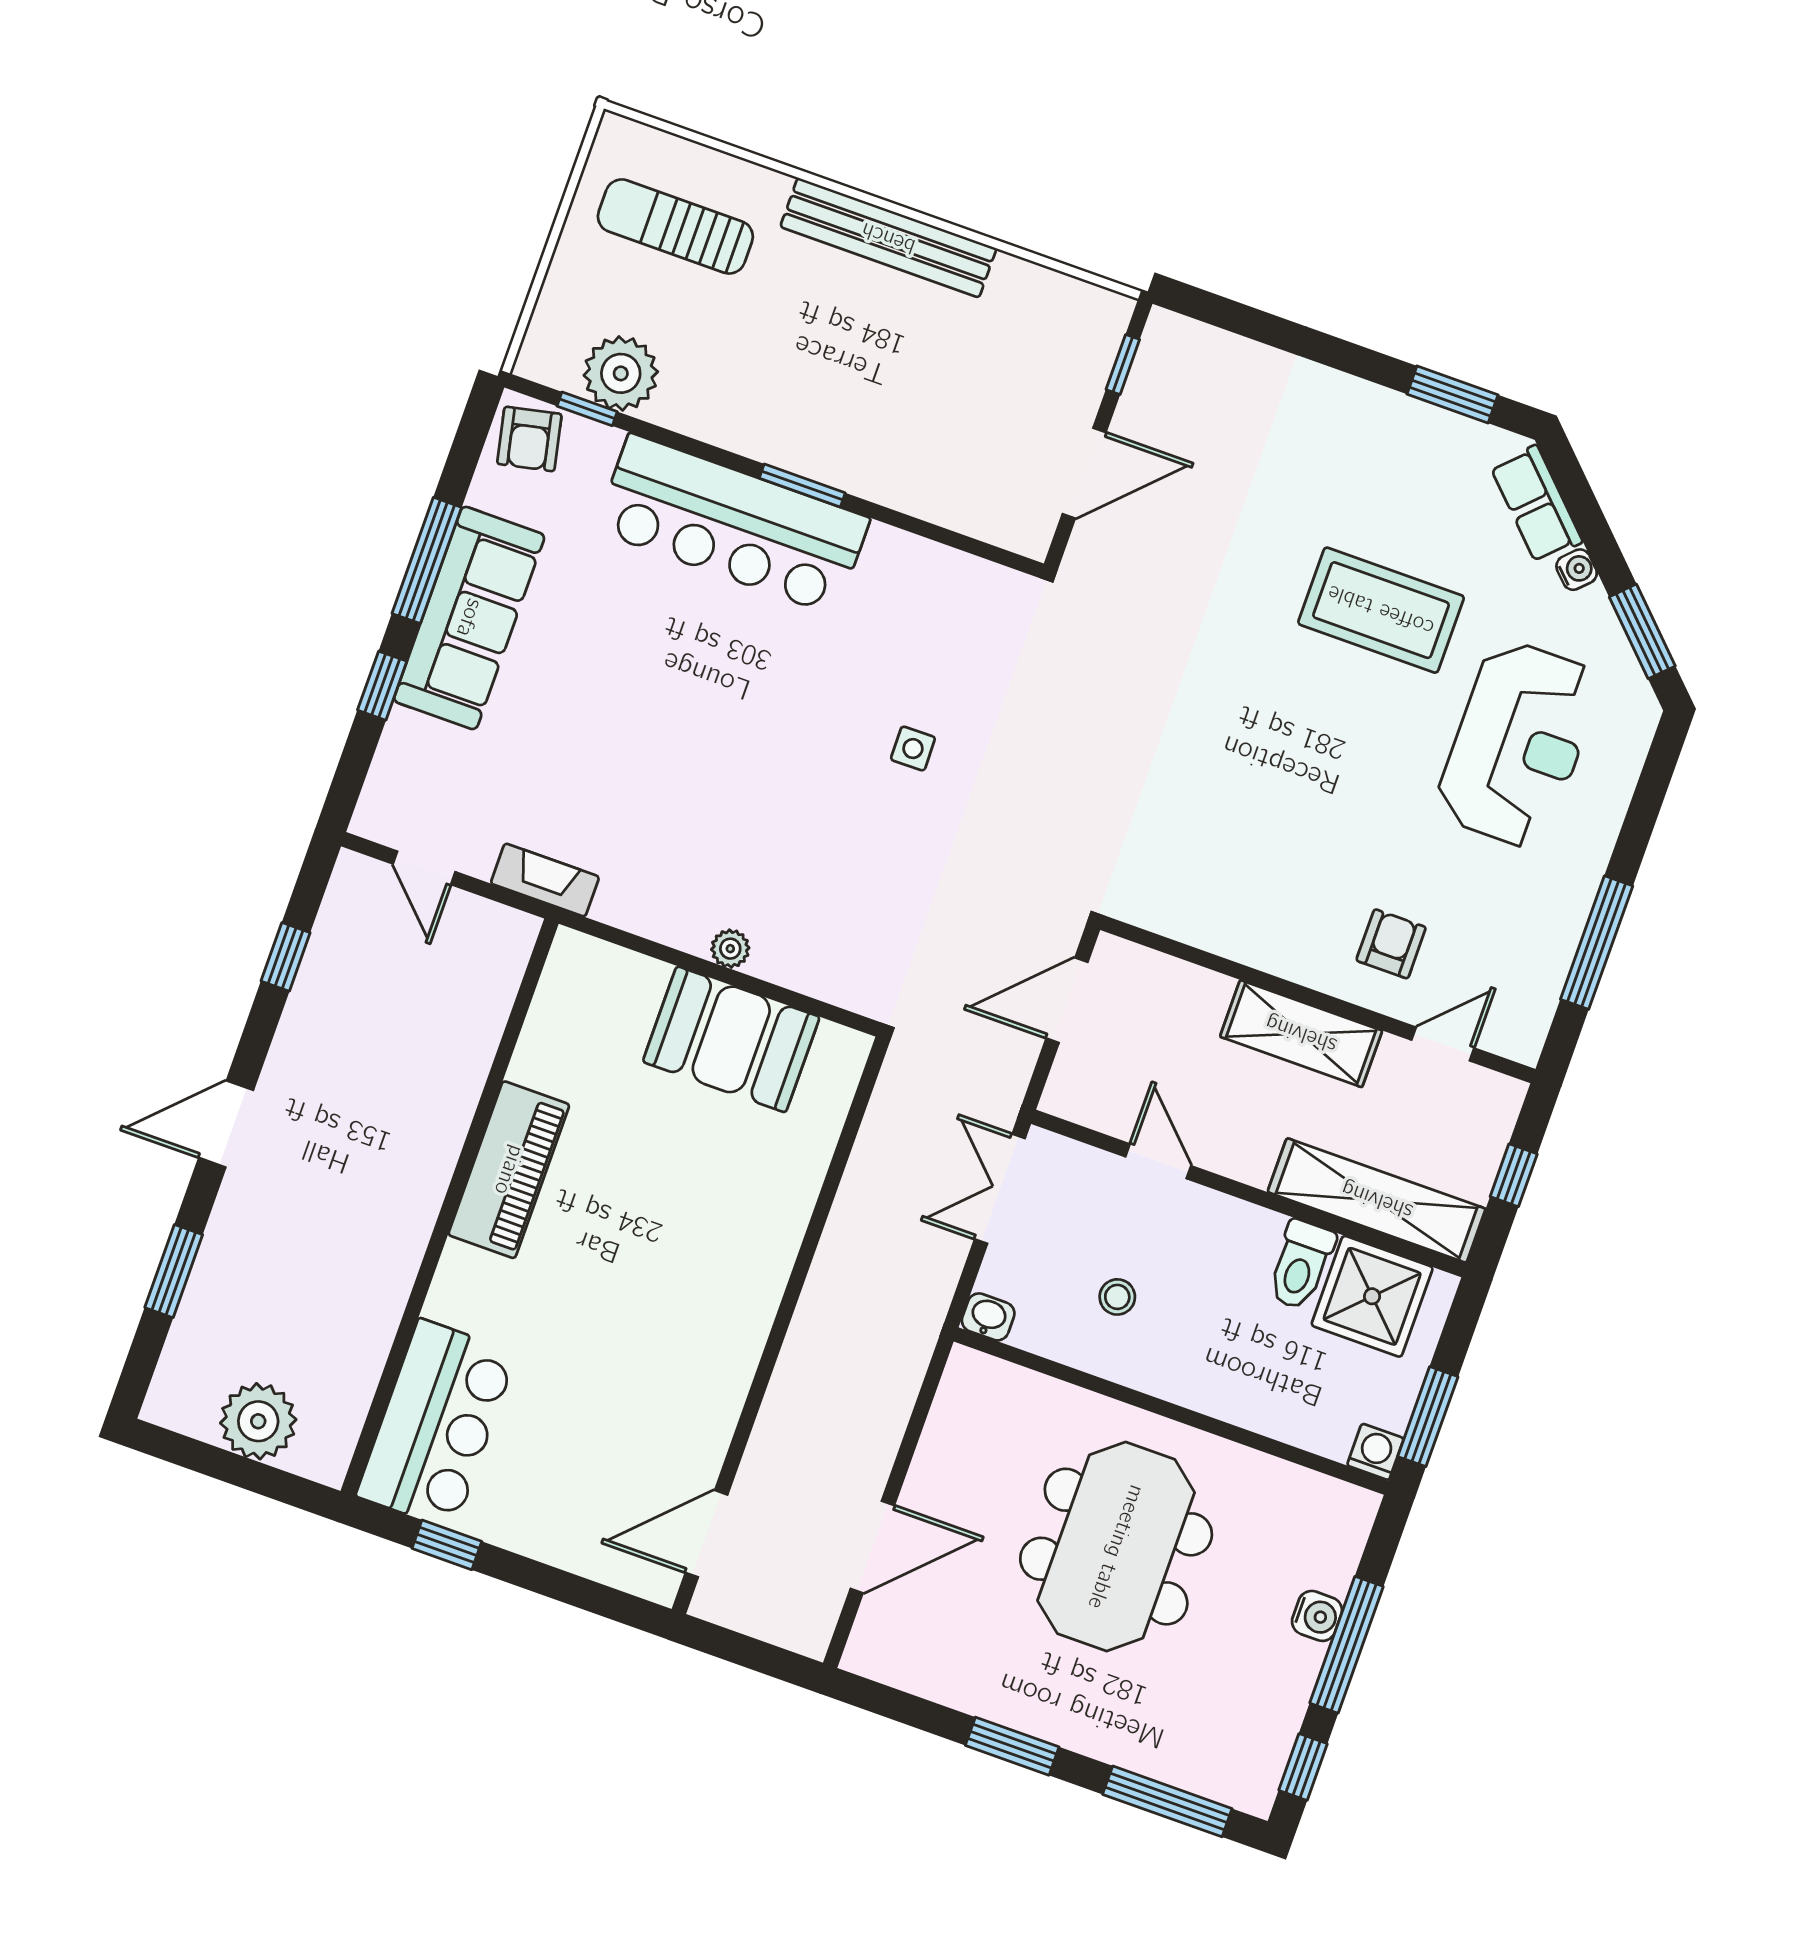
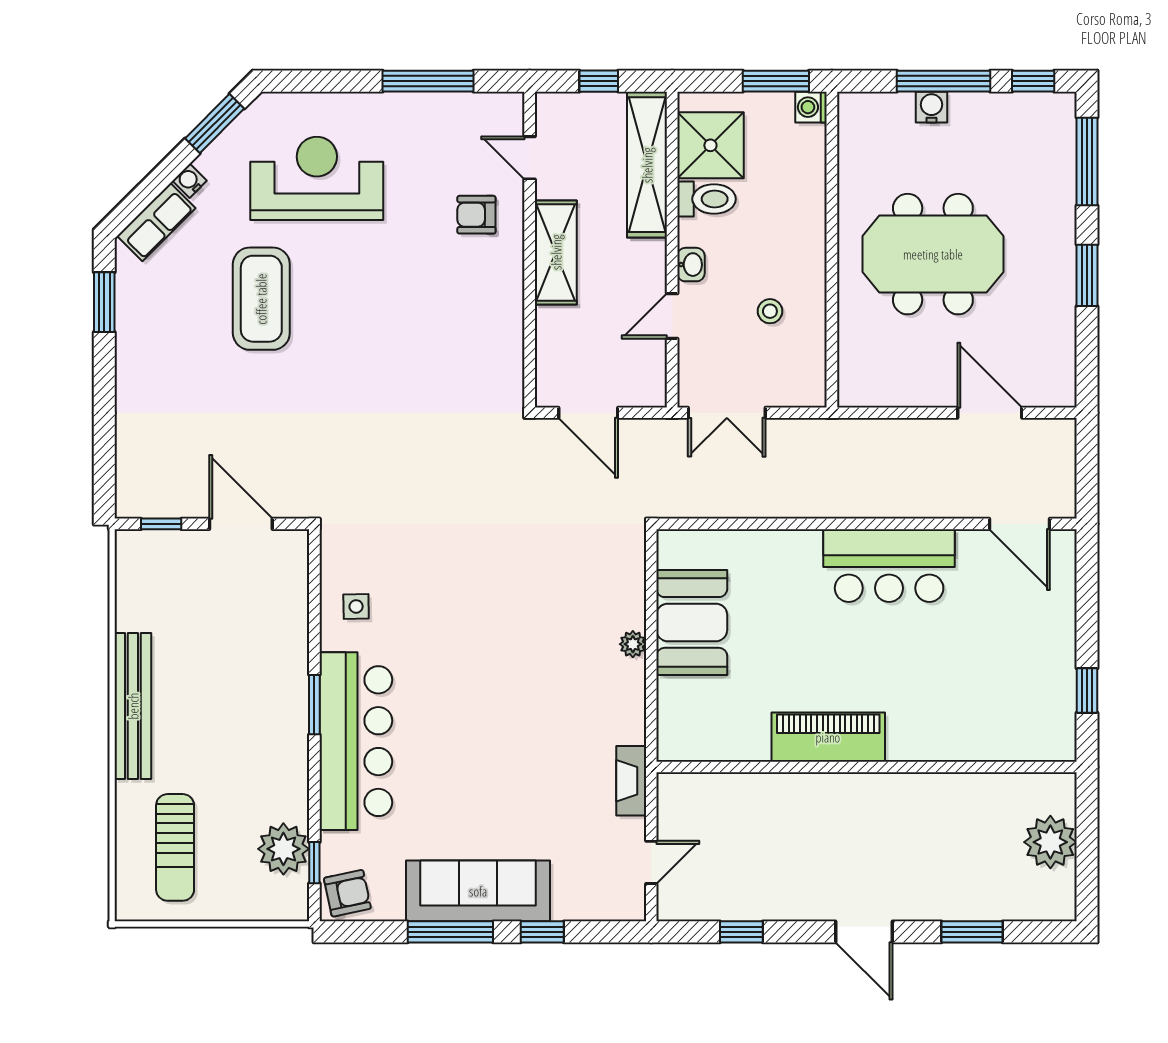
side table: (913, 749) -> (356, 606), moved
washbasin: (988, 1317) -> (691, 265), moved, turned 180
bar counter: (436, 1424) -> (889, 566), moved, turned 180

